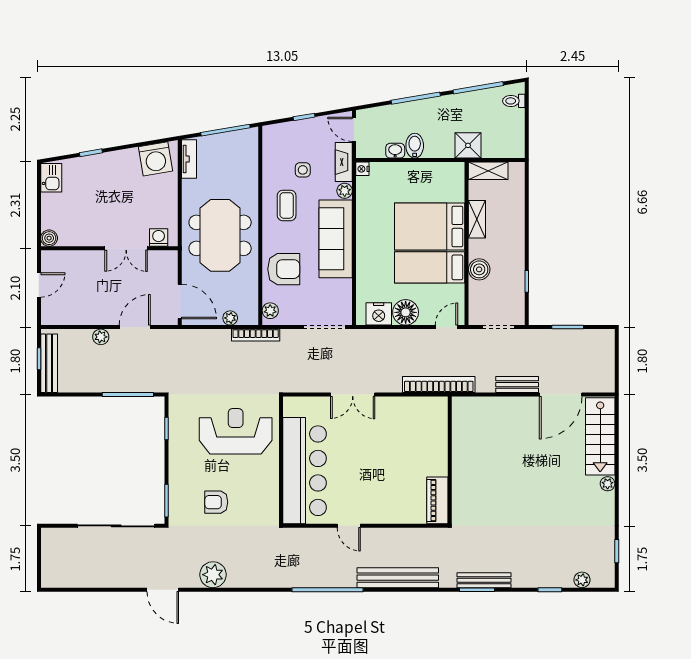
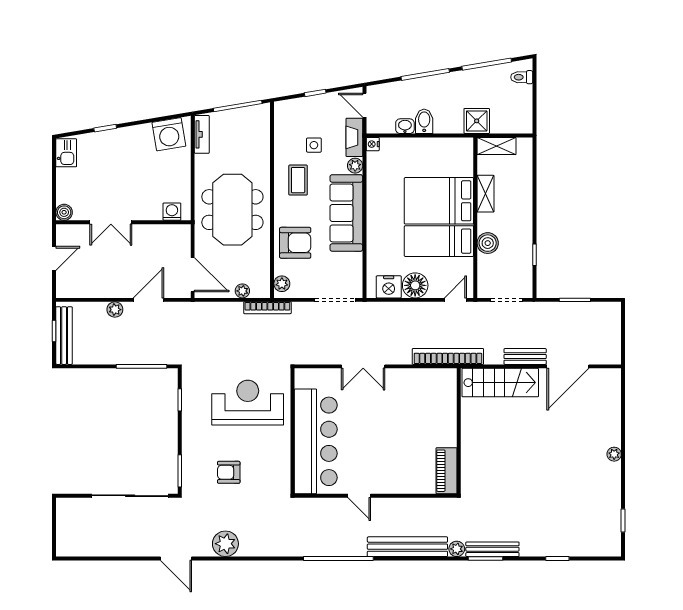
double door: (126, 248) -> (111, 222), moved
stairs: (600, 436) -> (500, 383), moved, turned -90
plant: (582, 580) -> (457, 549), moved

